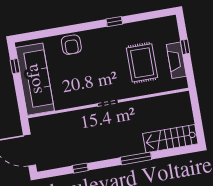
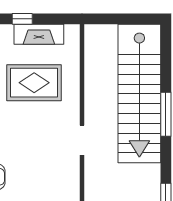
stairs: (170, 139) -> (139, 93), width x1.86, depth x1.51

